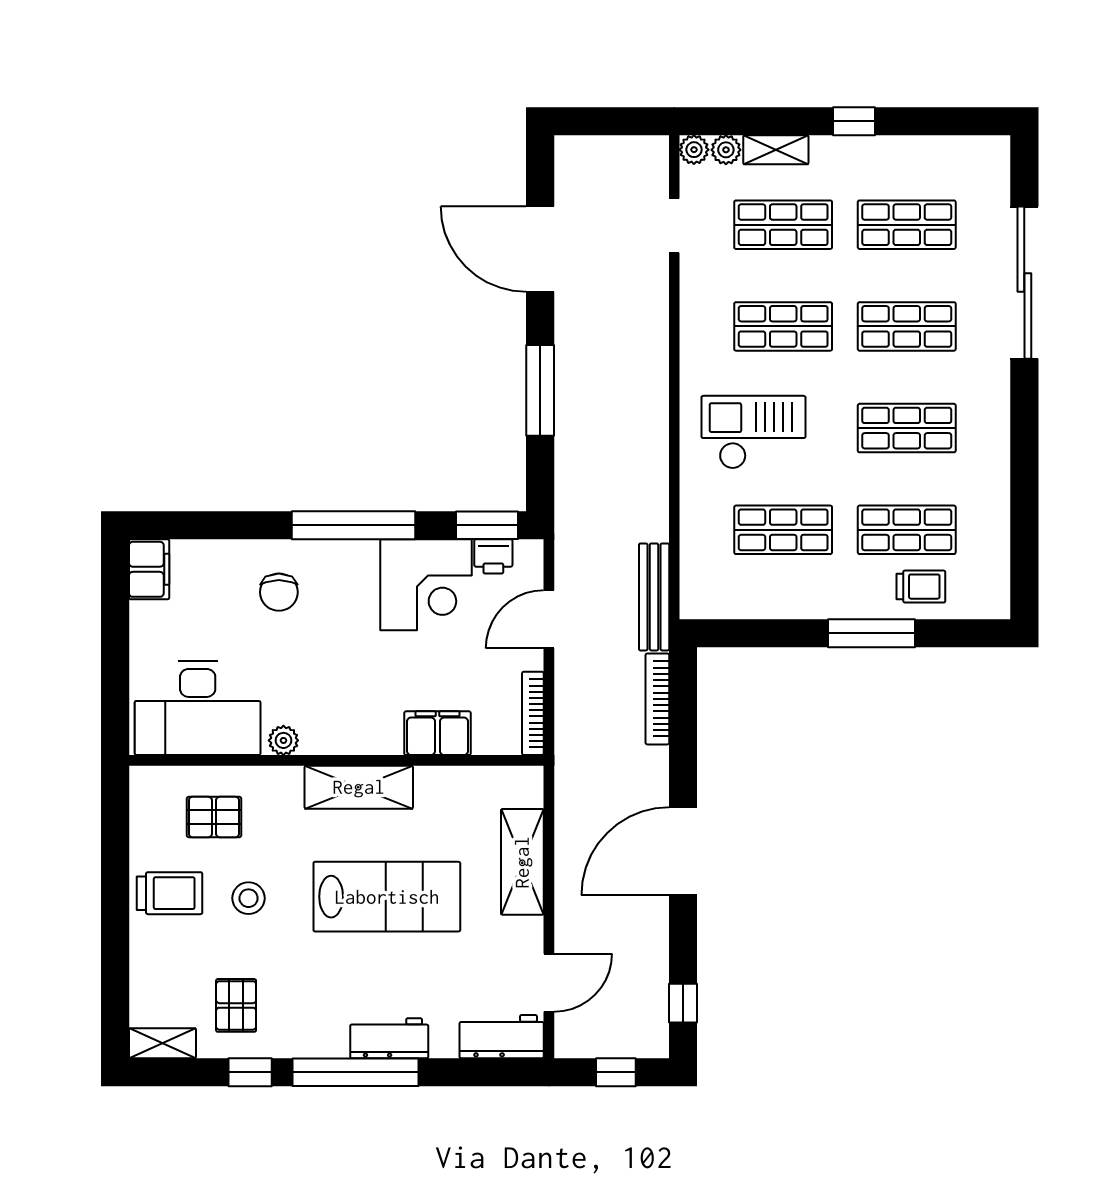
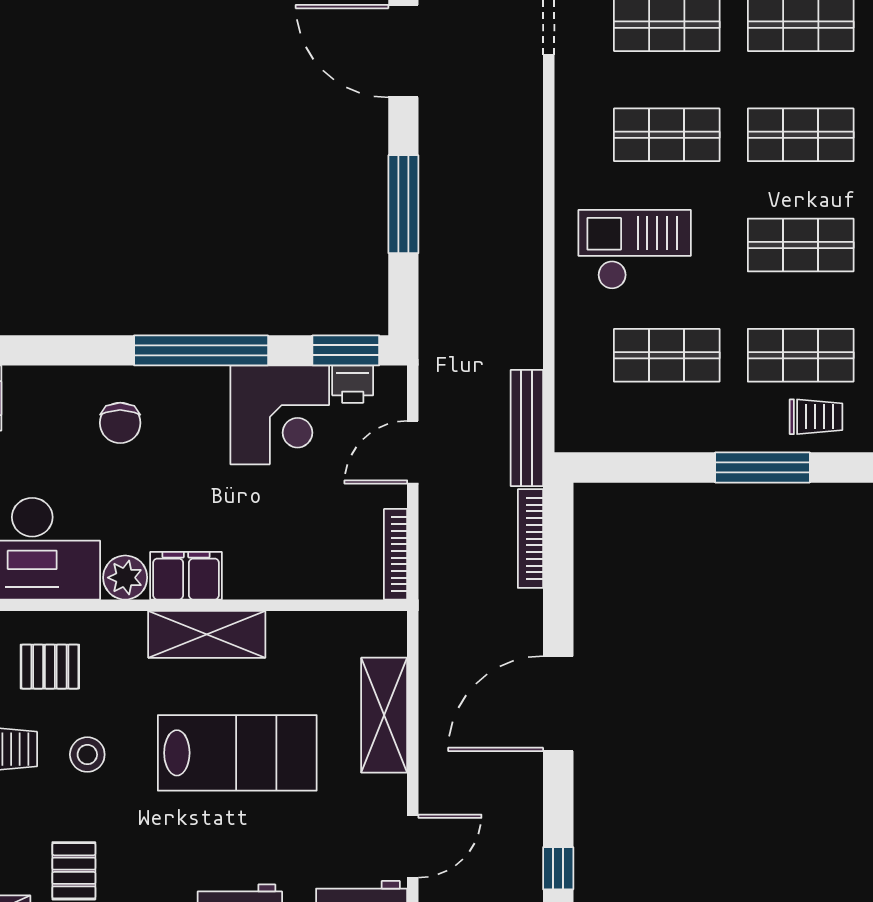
filing cabinet: (438, 733) -> (186, 576), moved
plant: (283, 740) -> (125, 578), width x1.38, depth x1.38

